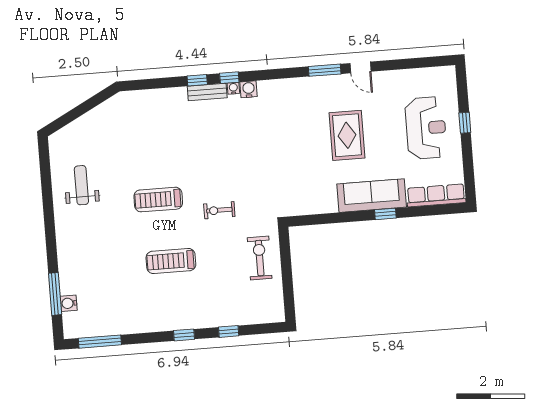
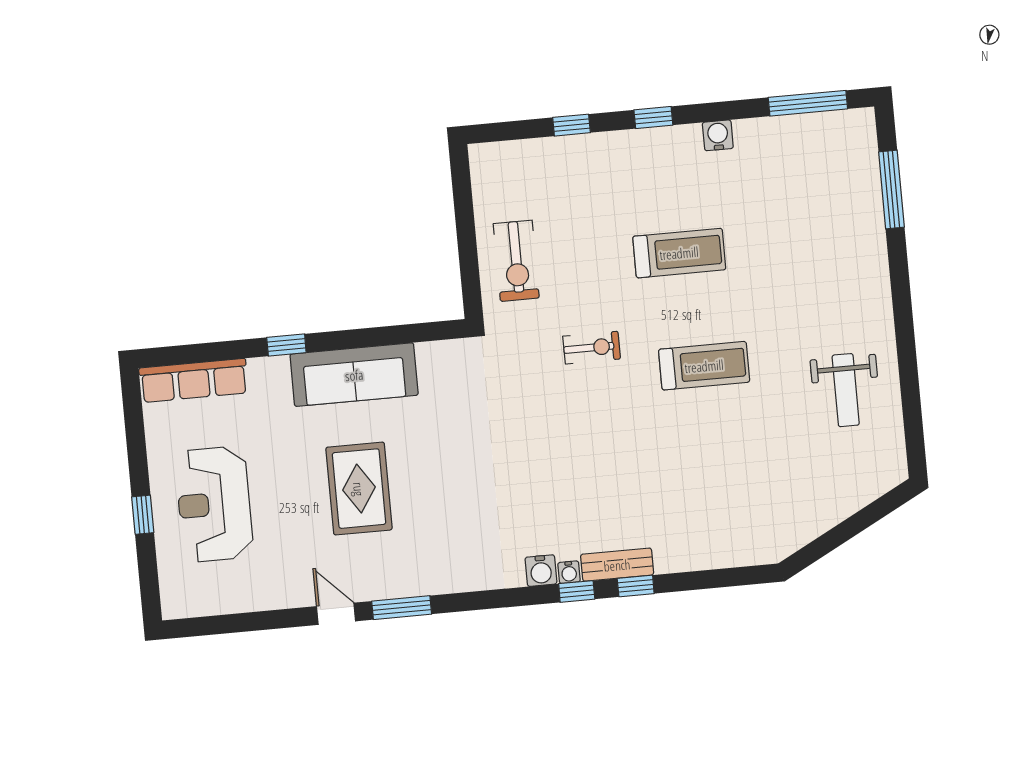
sofa: (372, 196) -> (354, 375), moved
water cooler: (69, 303) -> (718, 135), moved, turned -90

